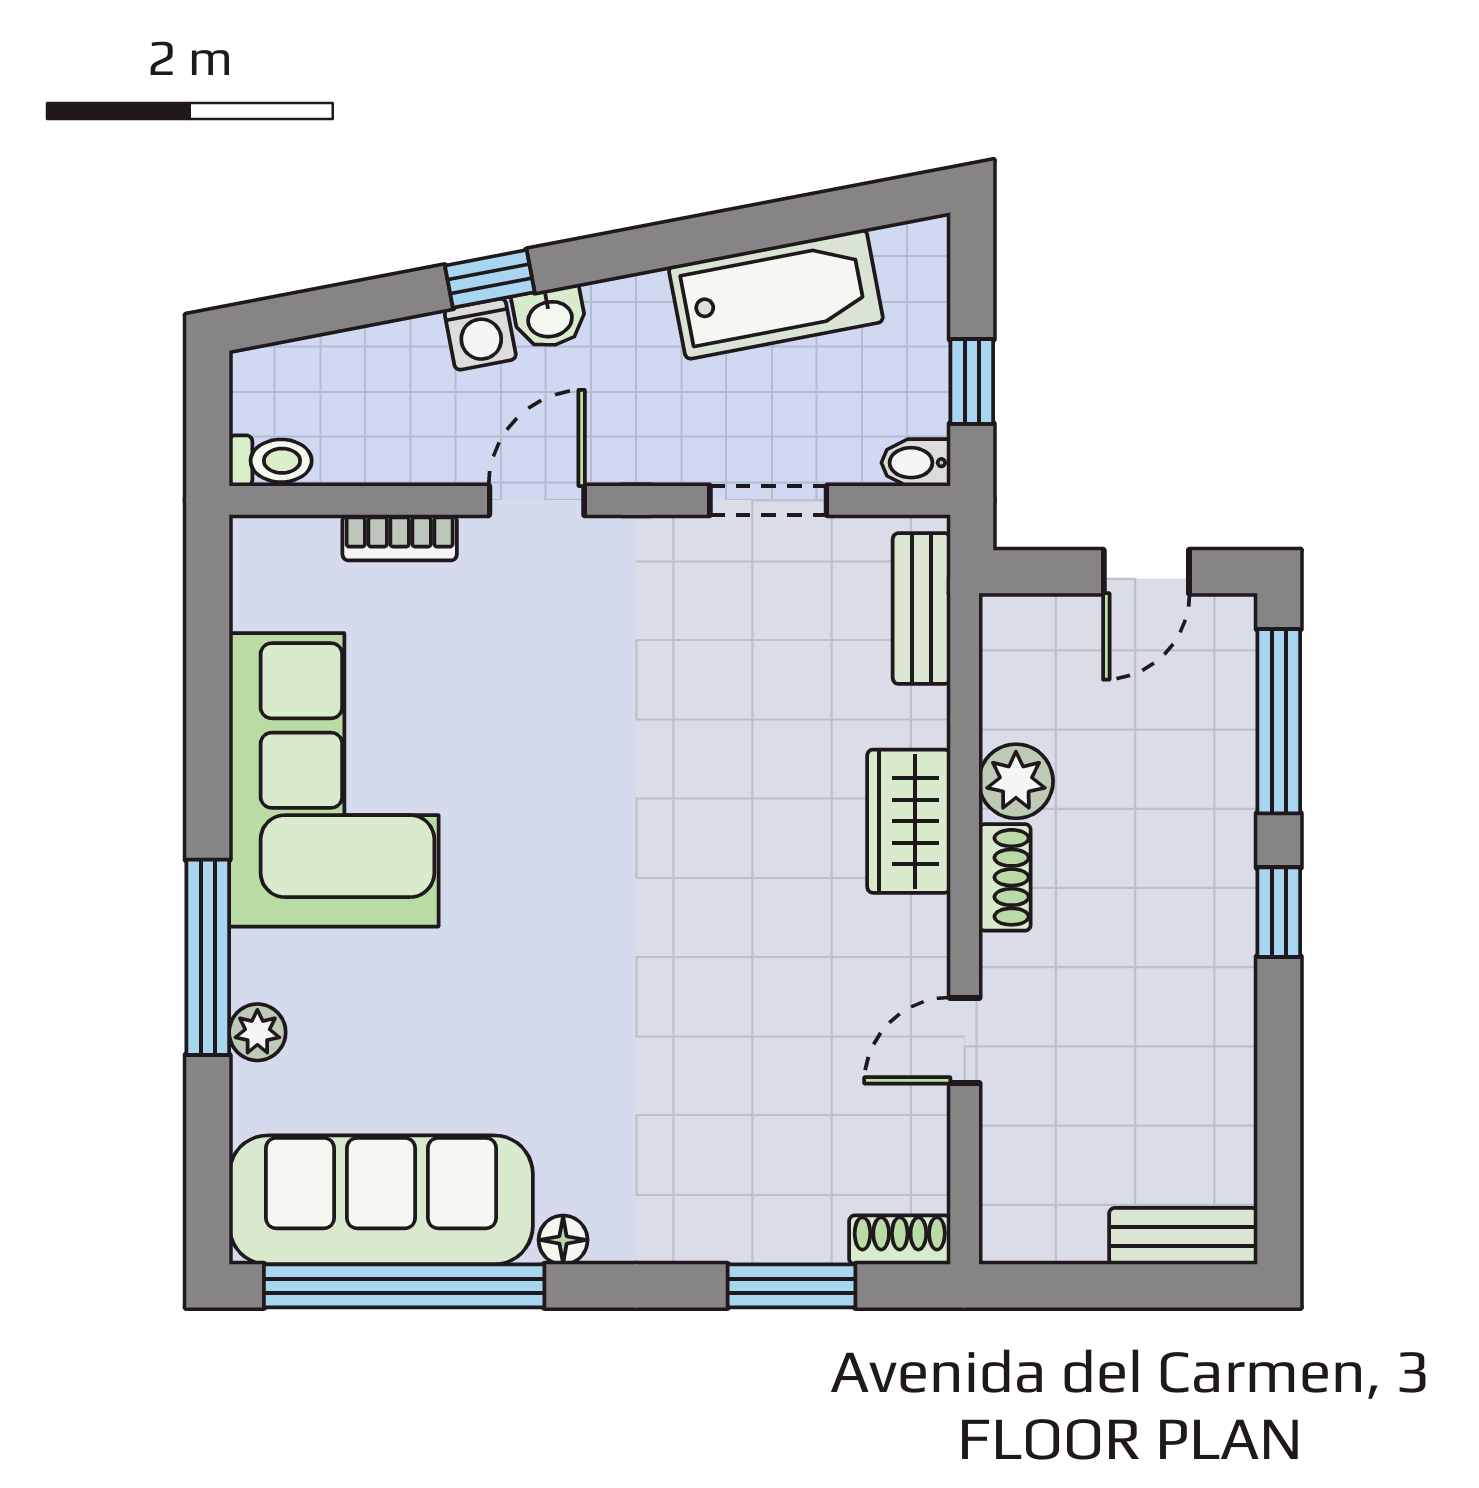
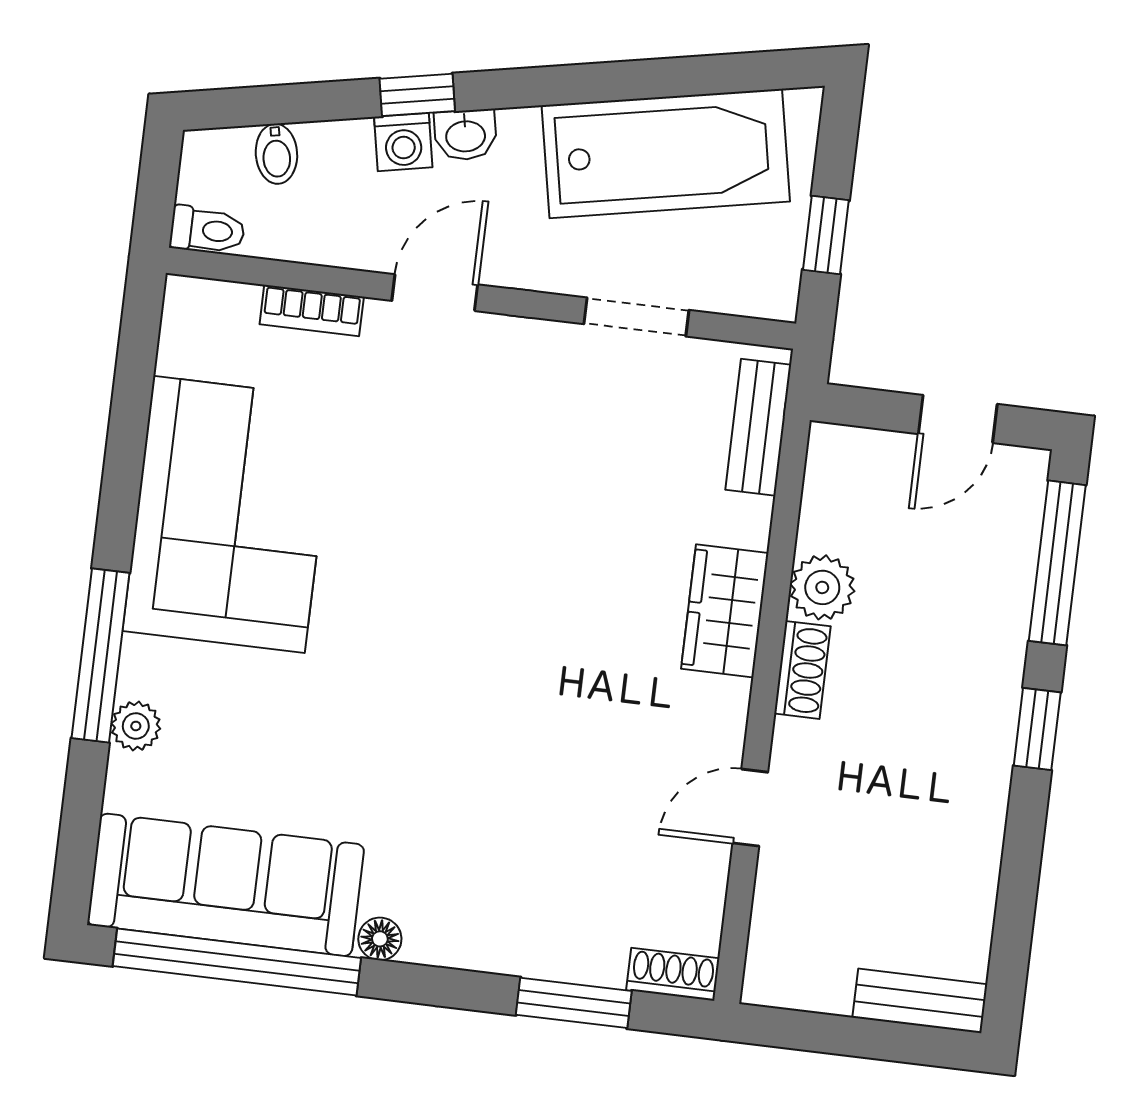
bathtub: (776, 294) -> (666, 153), width x1.36, depth x1.36
bidet: (916, 463) -> (276, 154), moved, turned -101

